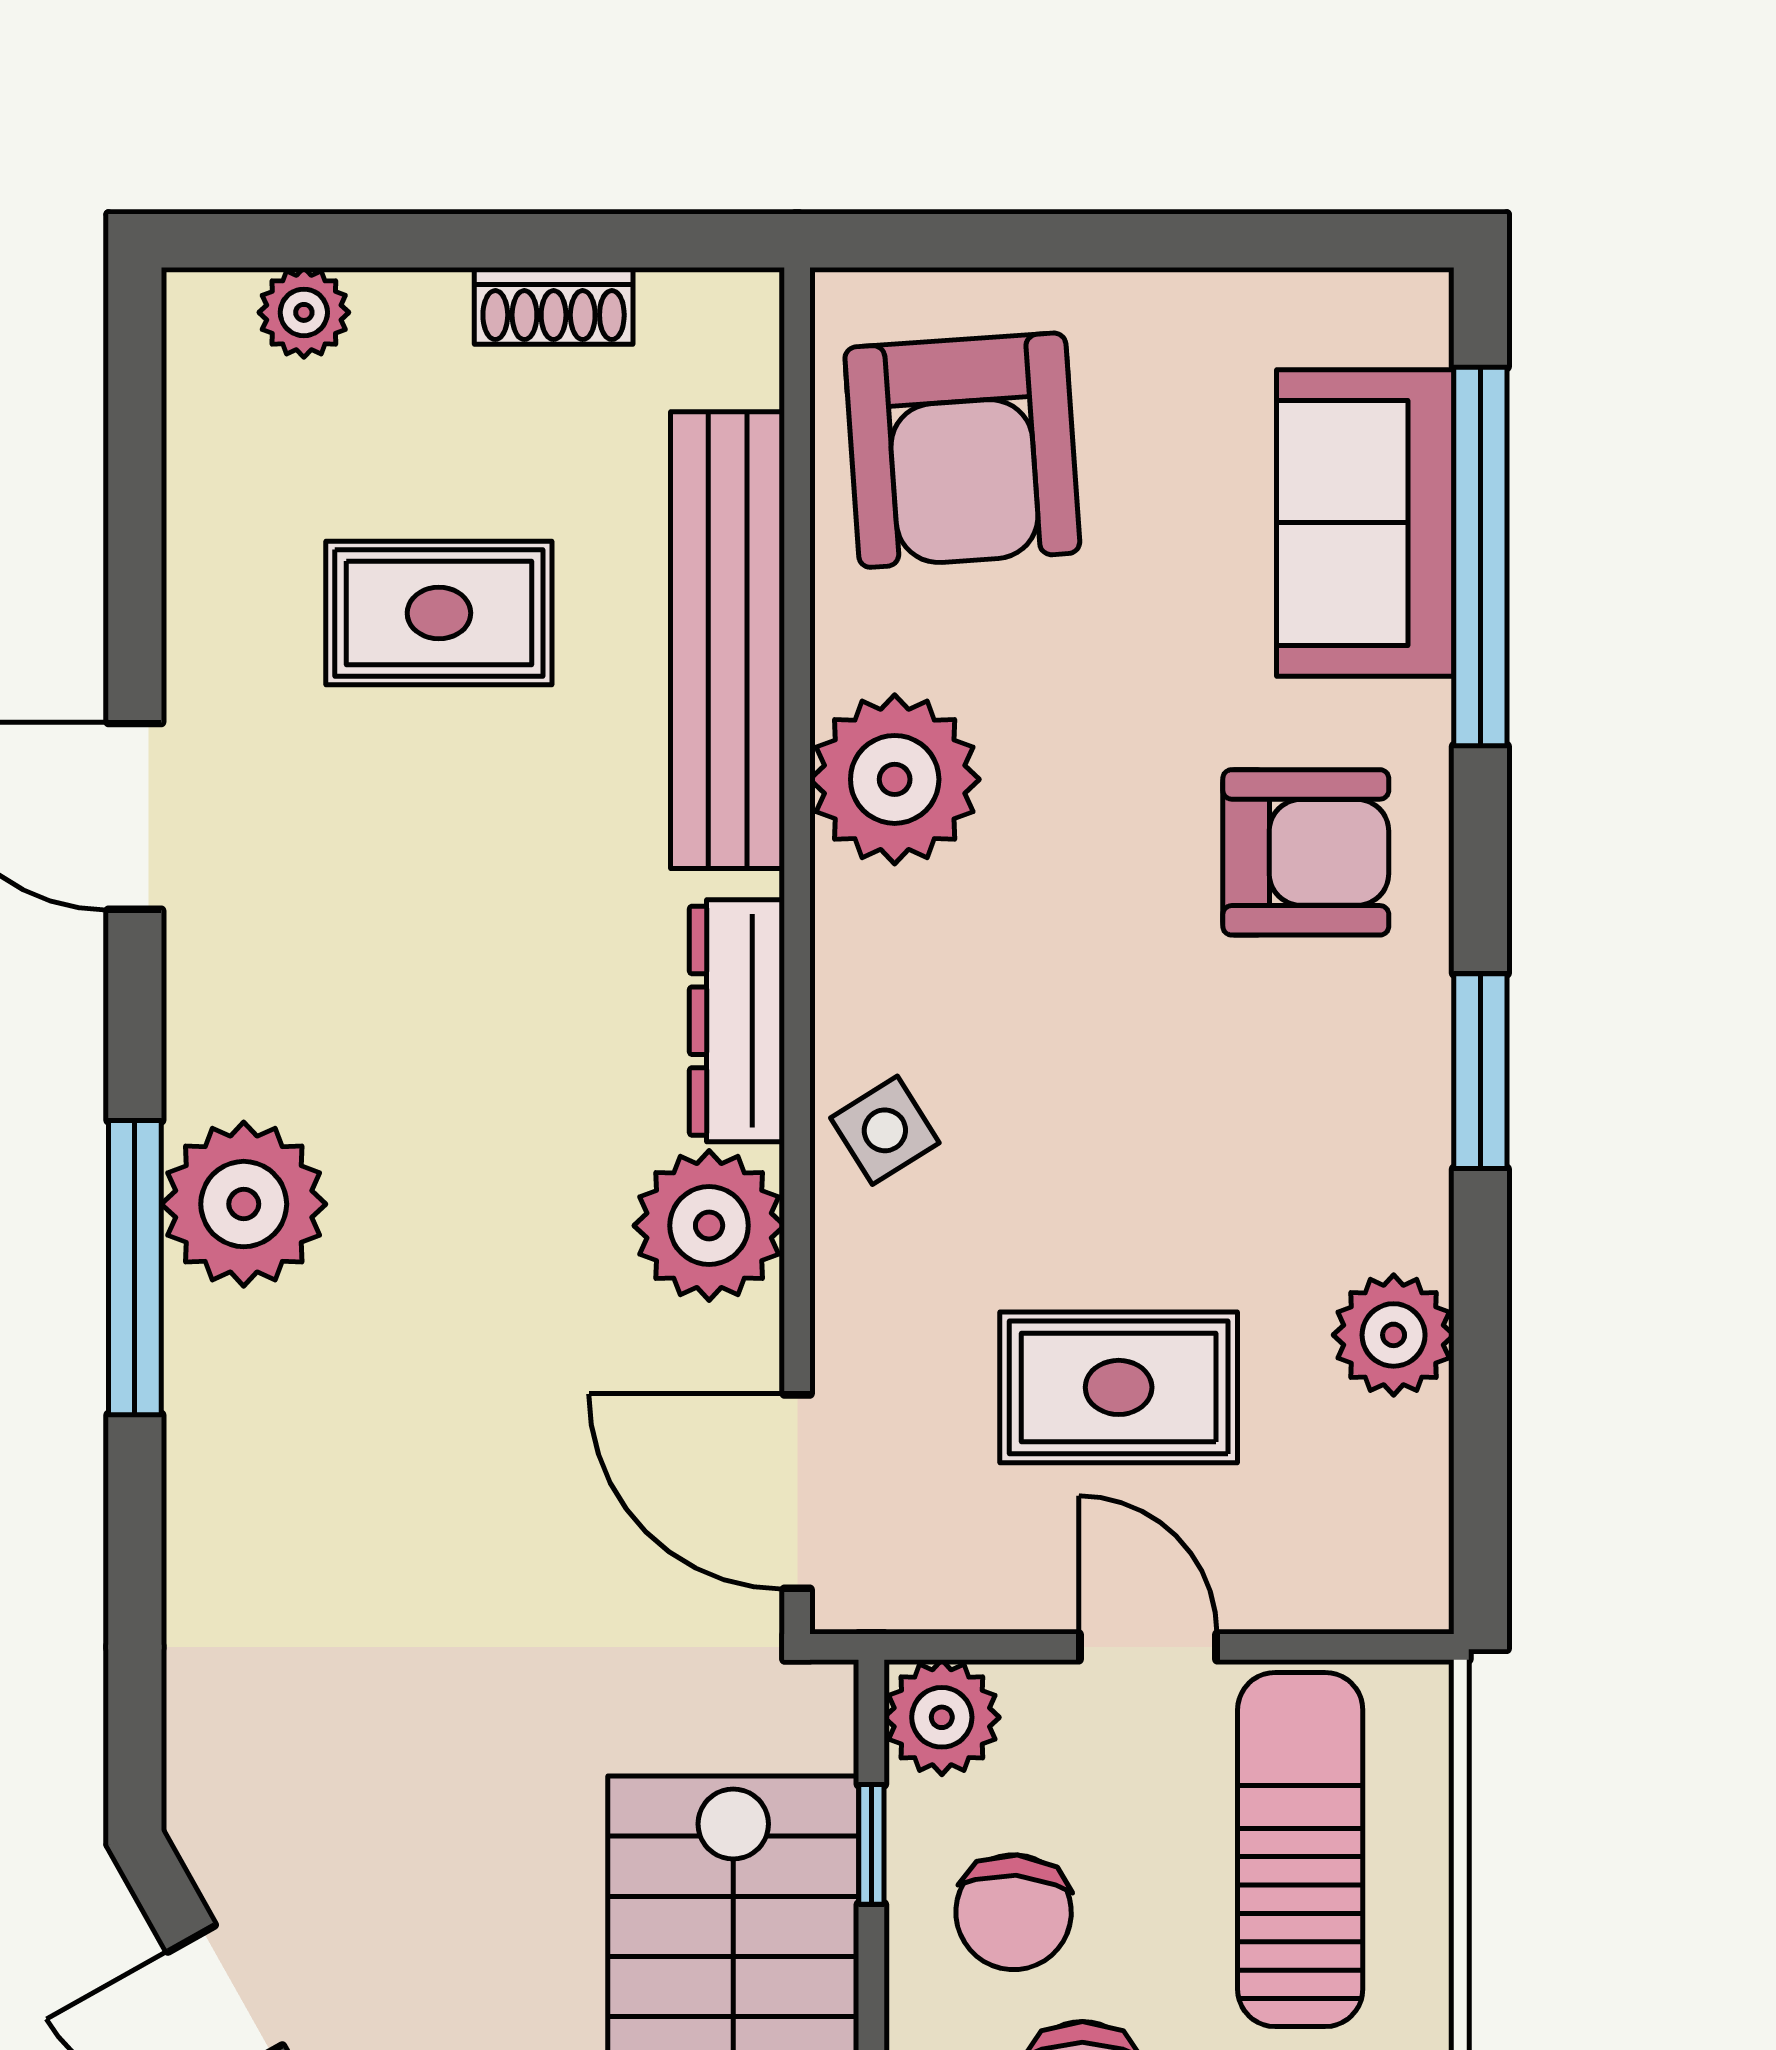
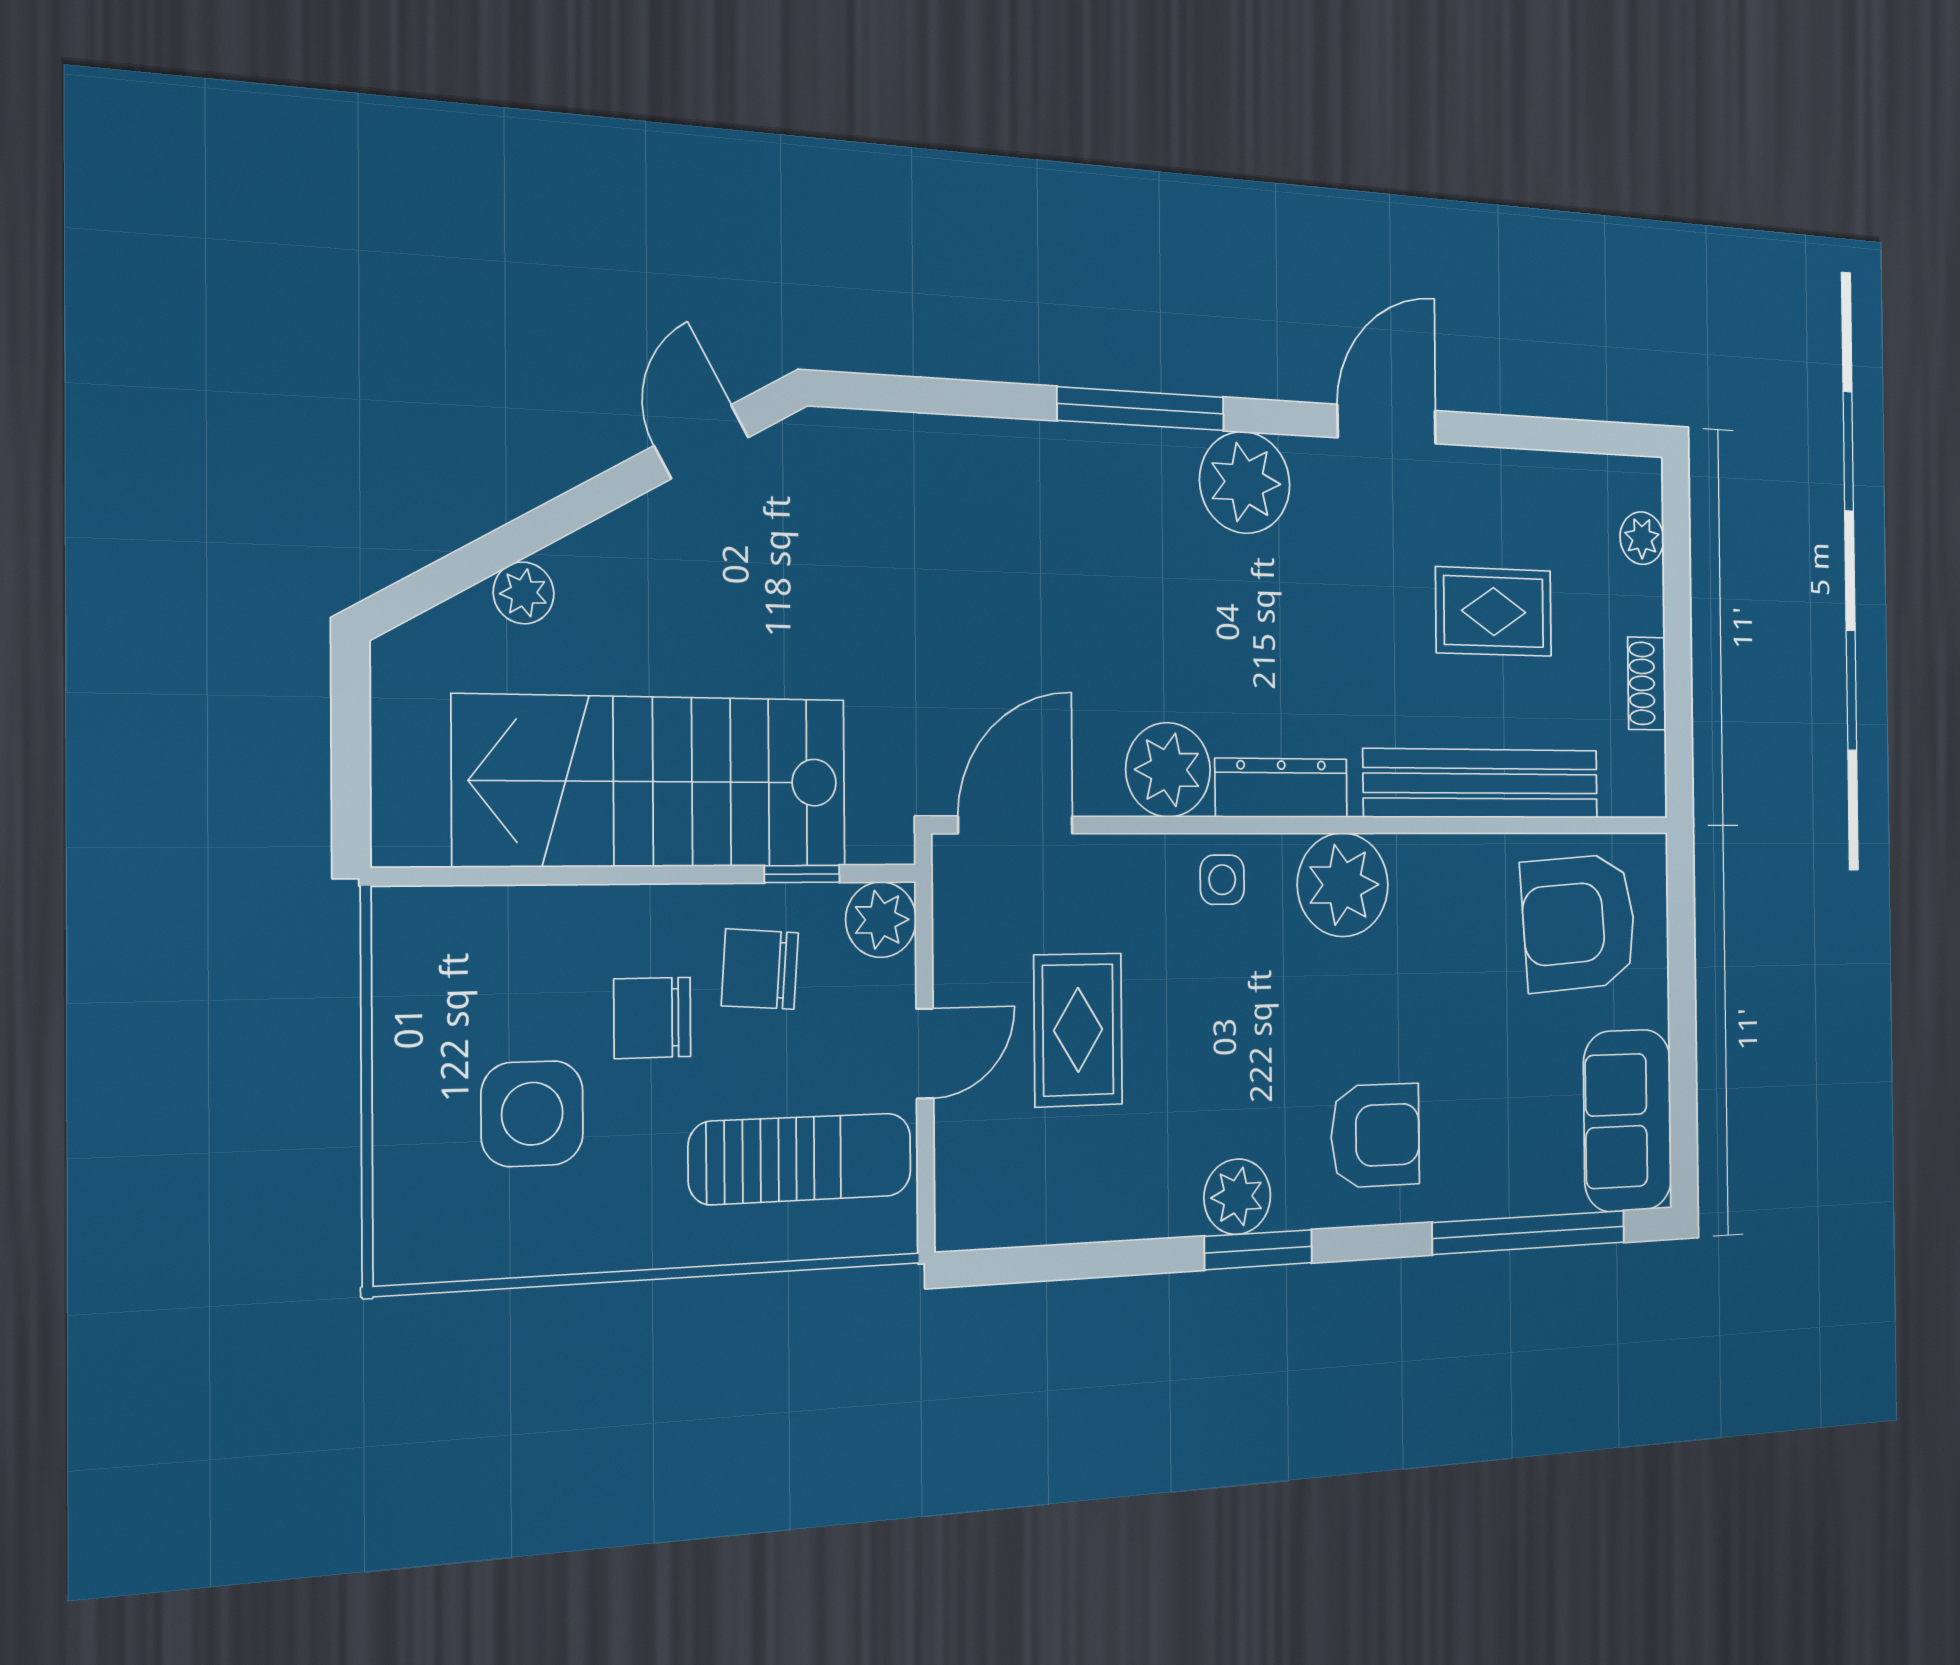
sofa: (1365, 523) -> (1628, 1120), moved, turned -90
rug: (439, 613) -> (1494, 612), turned 90
plant: (895, 779) -> (1343, 885), moved
armchair: (1306, 852) -> (1375, 1135), turned -90
side table: (885, 1130) -> (1222, 880), turned 32
plant: (244, 1204) -> (1245, 482), moved
plant: (1394, 1335) -> (1237, 1197), moved

